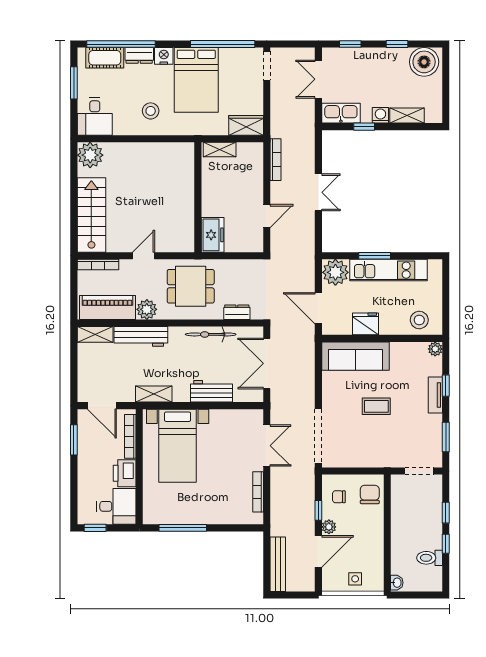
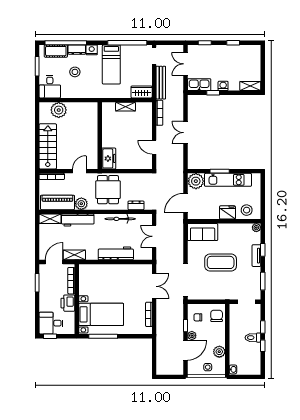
boiler: (424, 62) -> (250, 54), removed
bed: (196, 80) -> (111, 64), width x0.67
stool: (151, 111) -> (75, 72), moved
shelving: (407, 116) -> (250, 86), moved
plant: (90, 155) -> (59, 110), moved
double door: (318, 192) -> (185, 133), swing flipped
wall: (198, 197) -> (100, 136), moved
door: (267, 216) -> (154, 147), swing flipped
freezer: (213, 235) -> (109, 158), moved
dining table: (191, 286) -> (108, 190), turned 90
door: (318, 308) -> (185, 203), hinge flipped
fridge: (365, 324) -> (227, 212), moved
sofa: (355, 356) -> (203, 232), width x0.73
double door: (267, 363) -> (154, 236), width x0.73
workbench: (211, 391) -> (116, 253), width x1.38
shelving: (154, 394) -> (74, 255), moved
door: (102, 406) -> (54, 262), swing flipped
coffee table: (376, 406) -> (221, 262), width x1.86, depth x1.72
bed with nightstands: (178, 446) -> (101, 314), moved, turned -90
desk: (116, 506) -> (51, 323), moved, turned 180
plant: (374, 553) -> (219, 352), added
toilet: (430, 558) -> (253, 338), moved
bench: (278, 564) -> (161, 83), moved

